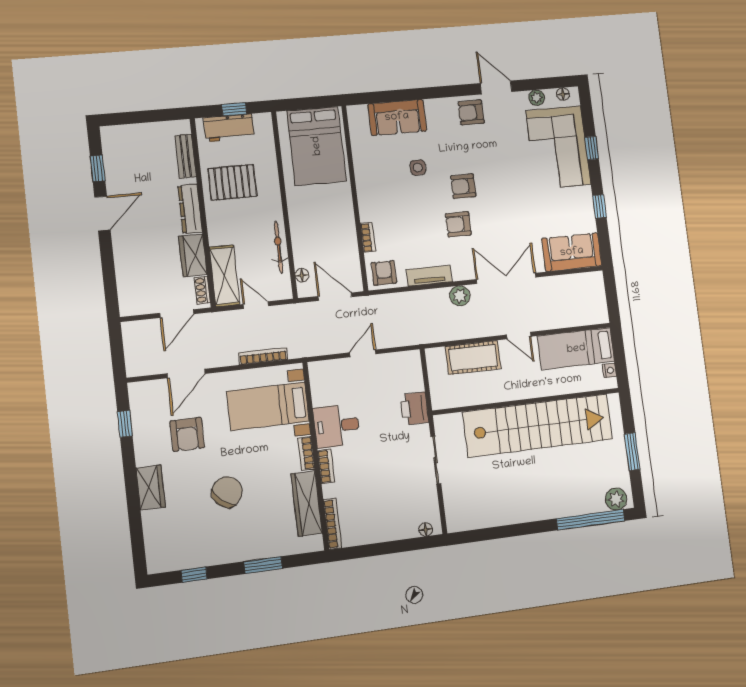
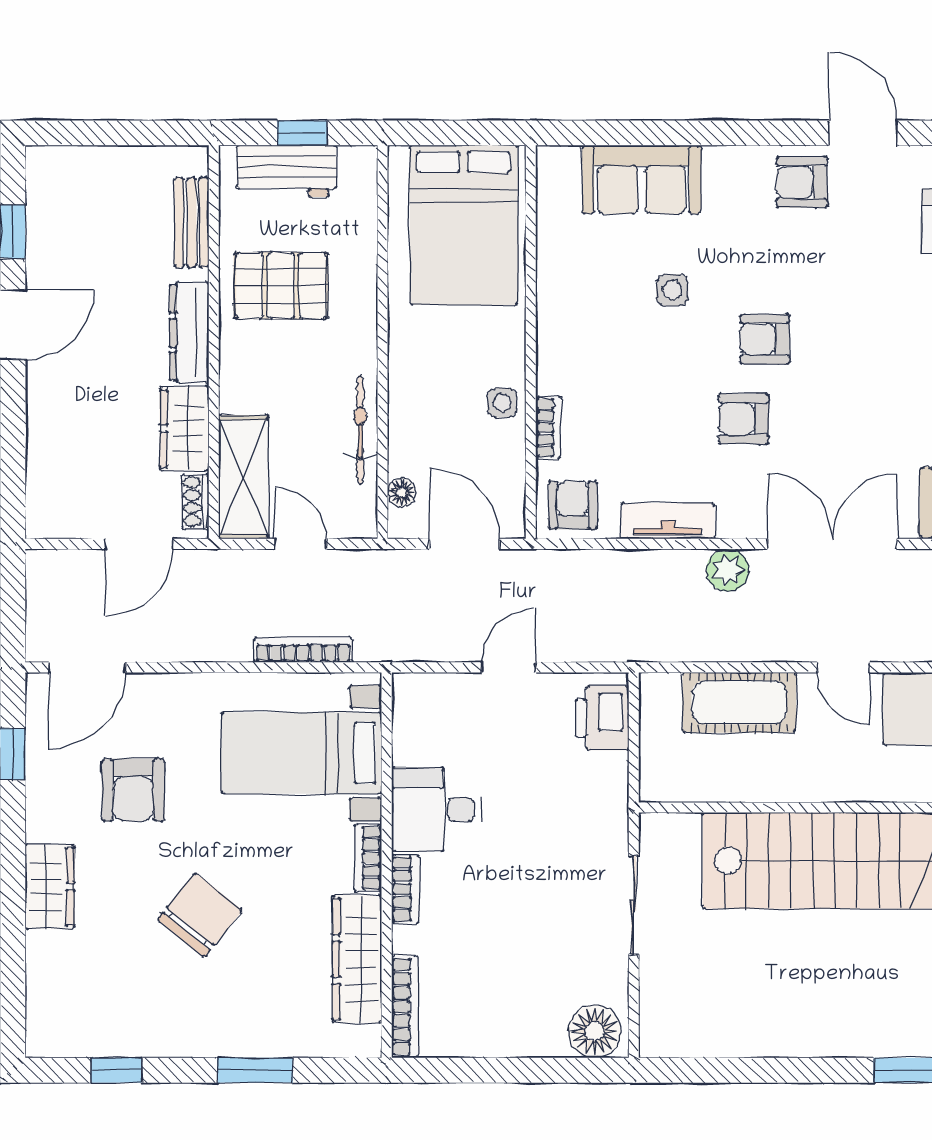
side table: (345, 228) -> (502, 403), added
door: (186, 374) -> (87, 667), moved
printer: (414, 408) -> (602, 718), moved
floor lamp: (426, 530) -> (595, 1031), width x1.89, depth x1.89

